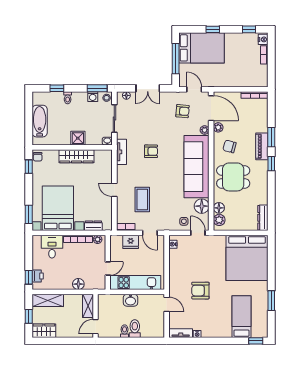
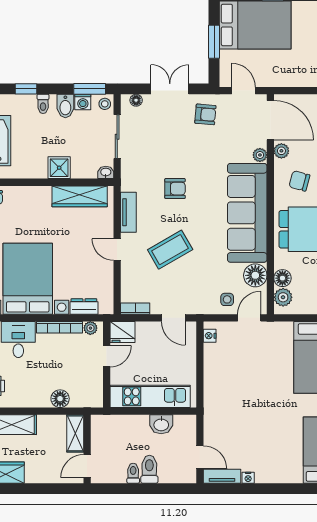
window: (176, 59) -> (214, 42), width x0.69
double door: (148, 88) -> (170, 89), swing flipped
bidet: (82, 99) -> (65, 106), added
armchair: (183, 111) -> (205, 114), moved
tv unit: (121, 152) -> (128, 212), moved
wardrobe: (76, 156) -> (80, 196), moved
coffee table: (142, 200) -> (170, 250), moved, turned 60
door: (198, 233) -> (249, 318), hinge flipped
fridge: (131, 242) -> (122, 332), moved
door: (108, 269) -> (107, 356), moved
armchair: (200, 291) -> (253, 409), removed
washbasin: (131, 300) -> (161, 424), moved
door: (167, 304) -> (200, 457), moved

